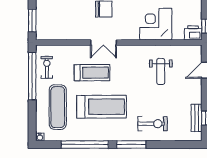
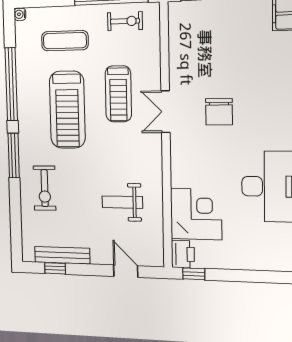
corner desk: (156, 24) -> (196, 214), moved
exercise mat: (58, 107) -> (65, 41), width x0.73, depth x0.69
bench: (197, 118) -> (62, 255), width x1.36

